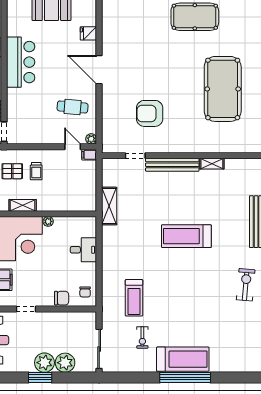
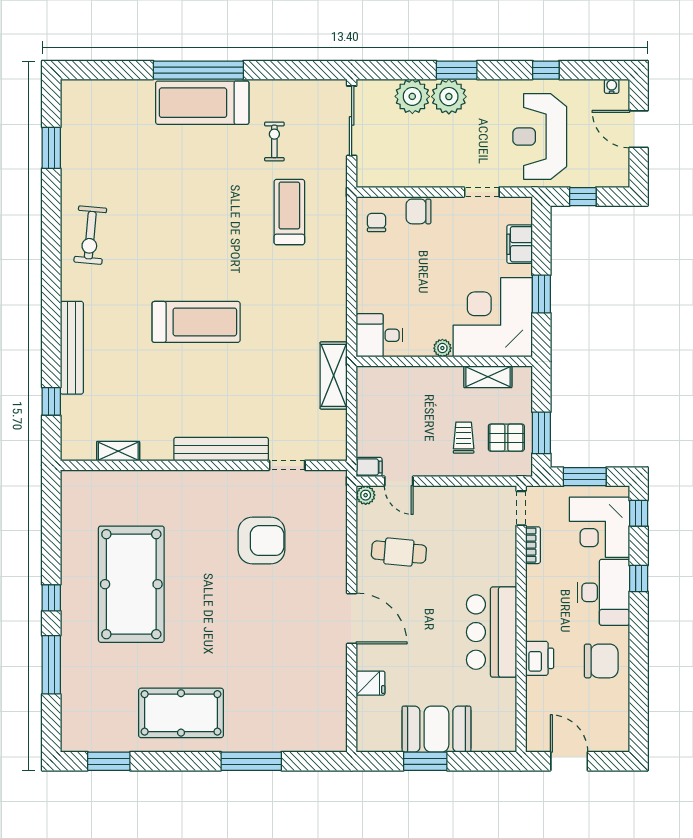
shelving: (212, 164) -> (118, 451), moved
desk: (83, 250) -> (380, 335), moved

